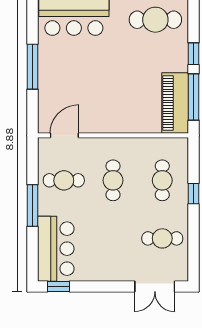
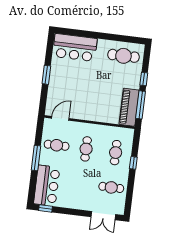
window: (33, 67) -> (46, 75), width x0.69

